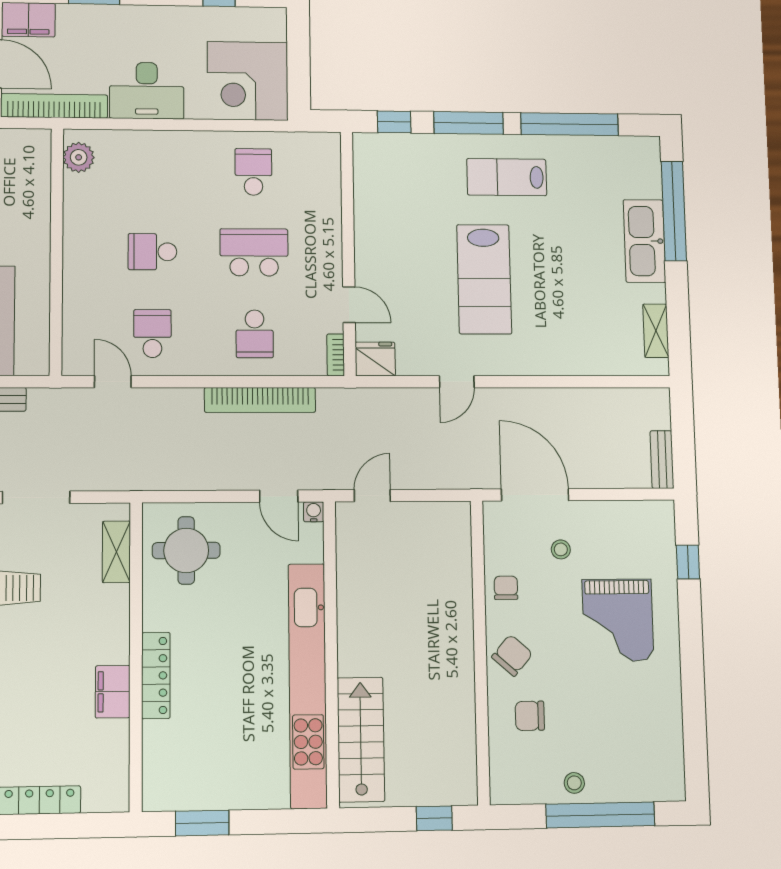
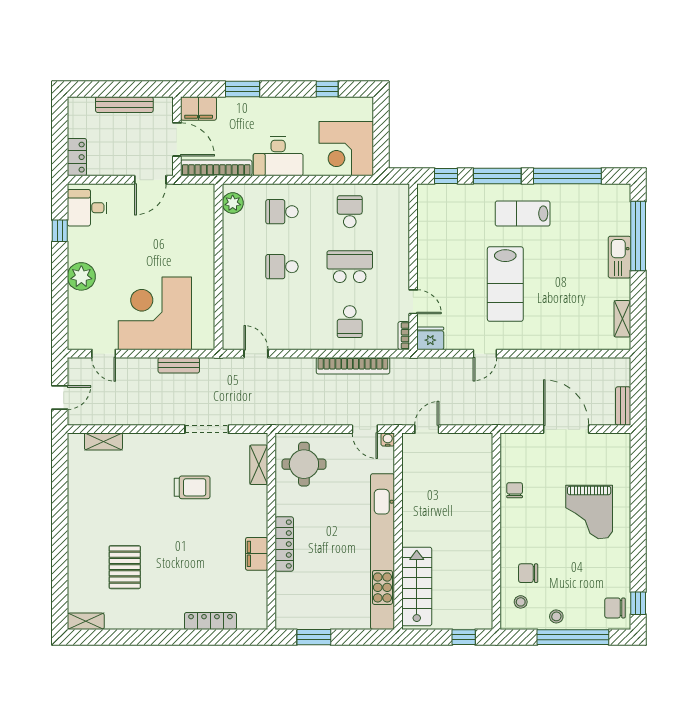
kitchen sink: (644, 241) -> (619, 257), width x0.73, depth x0.81
school desk: (152, 334) -> (282, 212), moved, turned -90
door: (535, 495) -> (566, 429), moved
stool: (561, 549) -> (521, 602), moved
window: (688, 562) -> (638, 603), moved
chair: (512, 655) -> (615, 608), moved, turned -131

